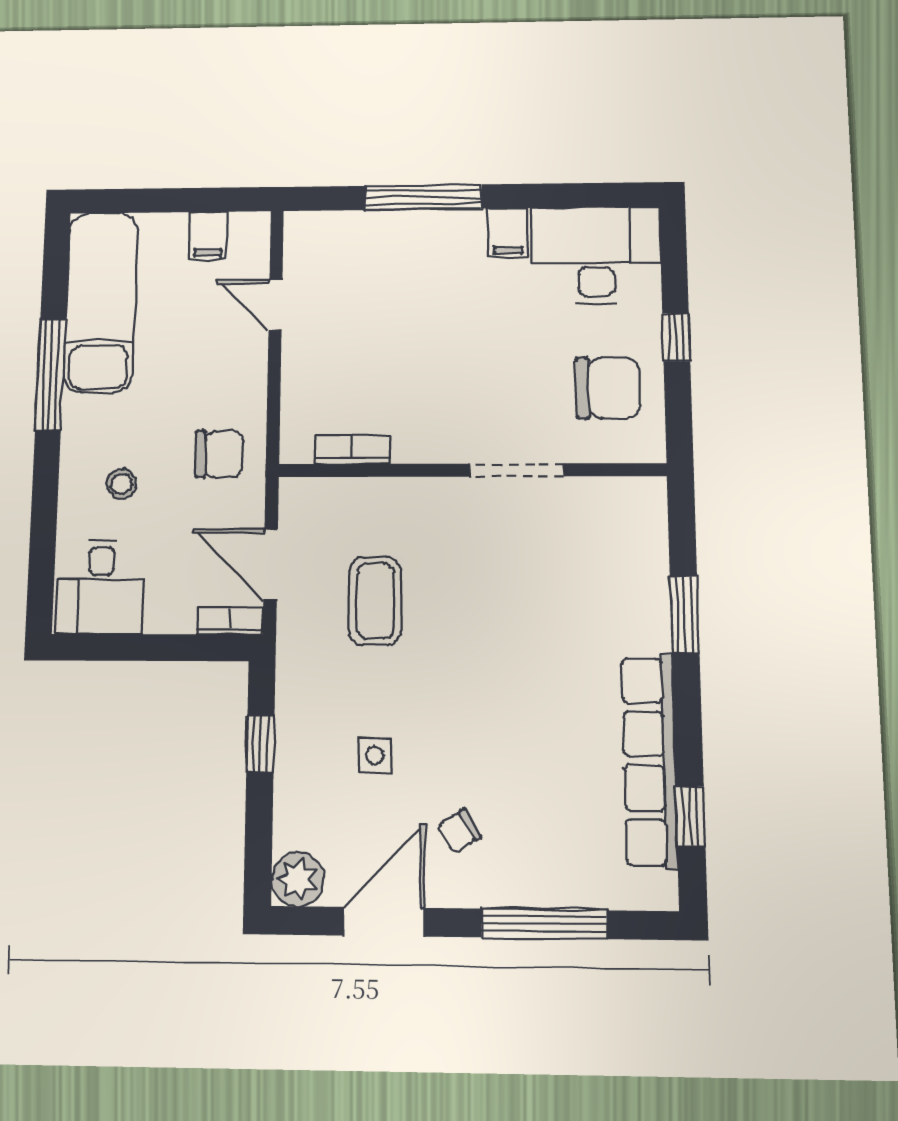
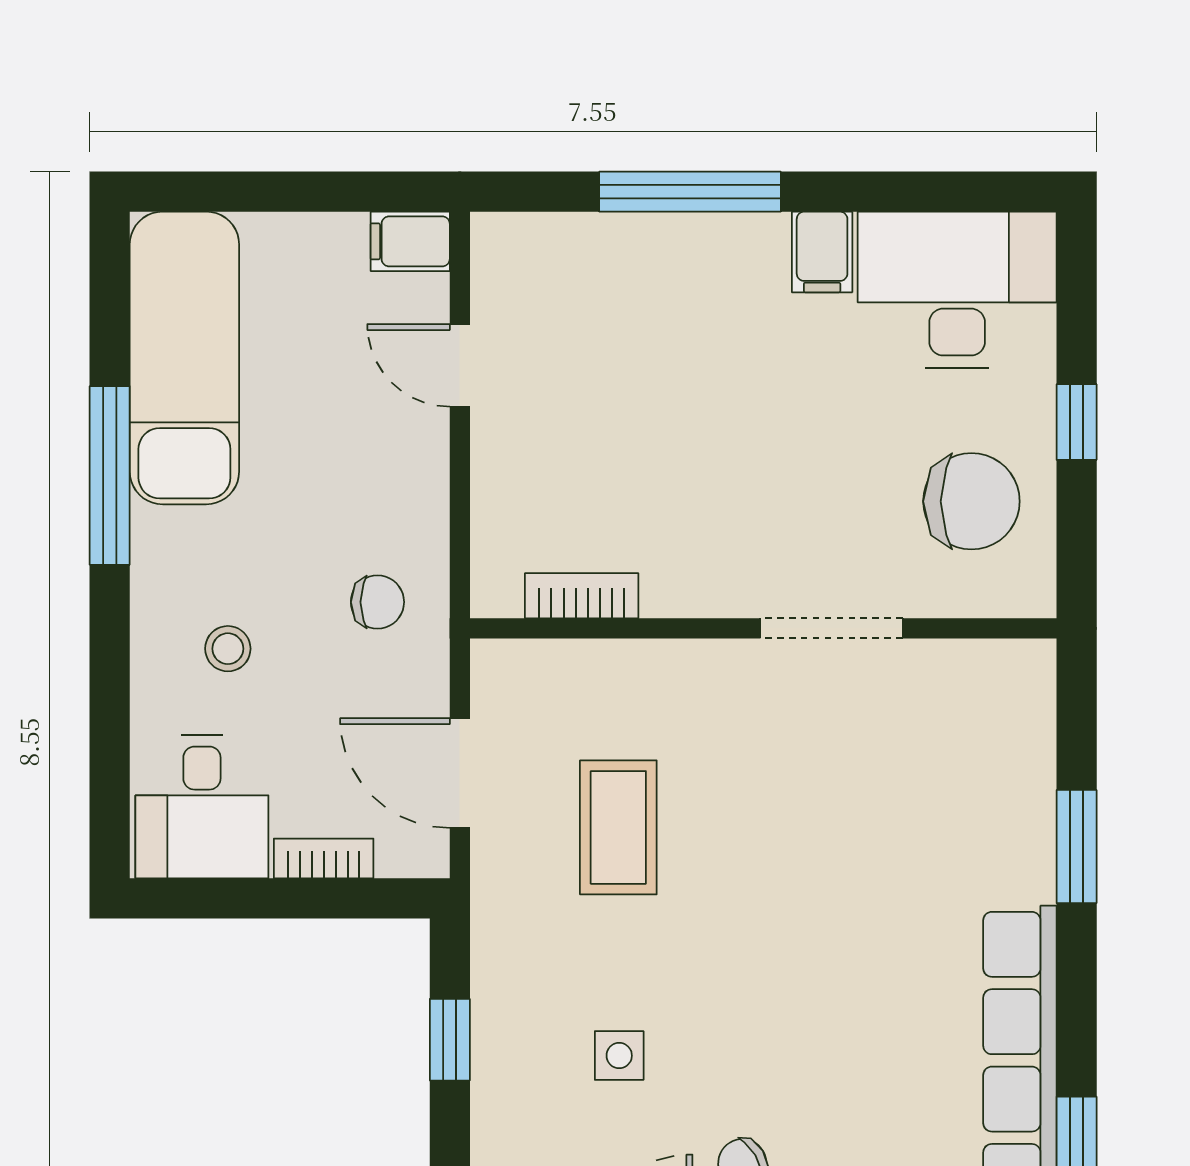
filing cabinet: (208, 236) -> (410, 241), moved, turned 90
chair: (219, 454) -> (377, 602), width x0.73, depth x0.73
bookcase: (230, 621) -> (324, 859), moved

